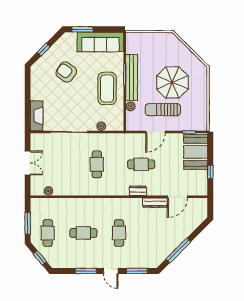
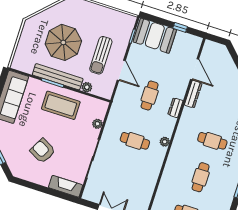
armchair: (66, 72) -> (43, 151), moved, turned 82
parasol: (172, 82) -> (63, 42), moved
plant: (48, 191) -> (165, 142), moved

